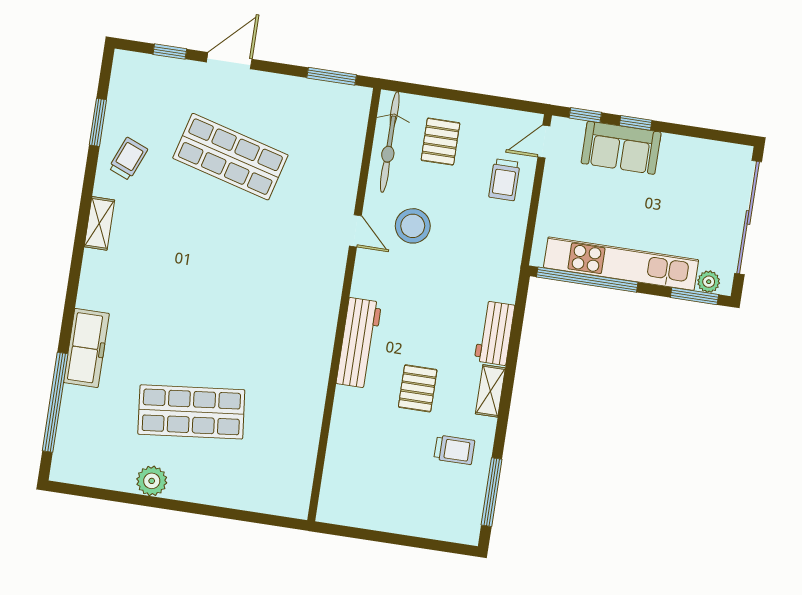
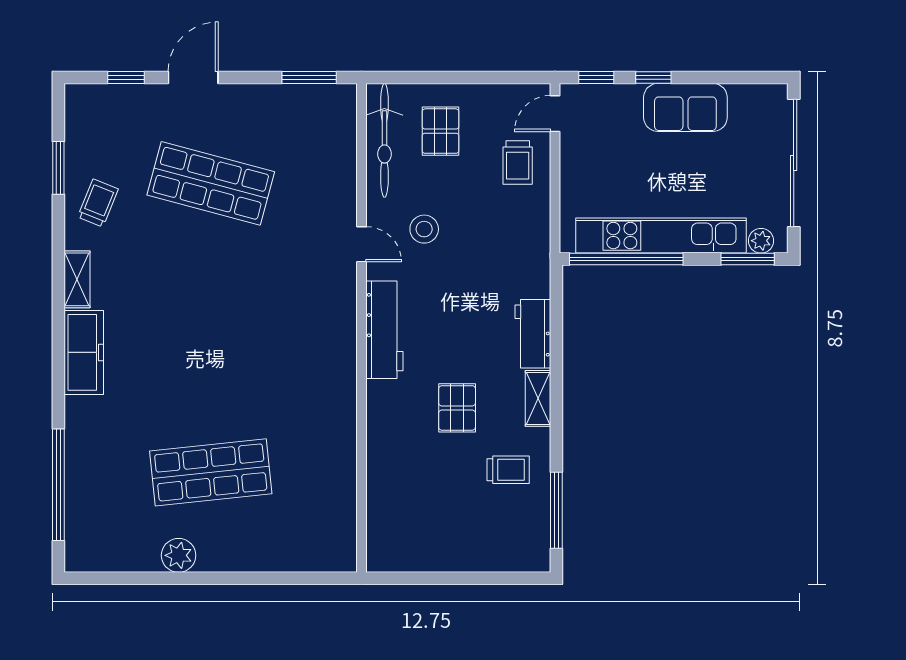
sofa: (621, 148) -> (685, 107), moved
stool: (413, 226) -> (424, 229), width x0.73, depth x0.73
workbench: (359, 343) -> (384, 330), moved
freezer: (86, 348) -> (84, 352), moved

